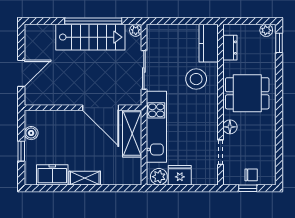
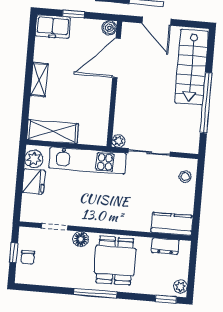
plant: (136, 30) -> (118, 141), moved
stairs: (90, 37) -> (192, 67), moved
stool: (196, 79) -> (185, 177), moved, width x0.53, depth x0.53
door: (101, 108) -> (117, 58), moved
window: (279, 109) -> (95, 293), added
boiler: (31, 133) -> (109, 28), moved
shelving: (132, 134) -> (52, 132), moved
freezer: (52, 175) -> (53, 27), moved, turned 90

